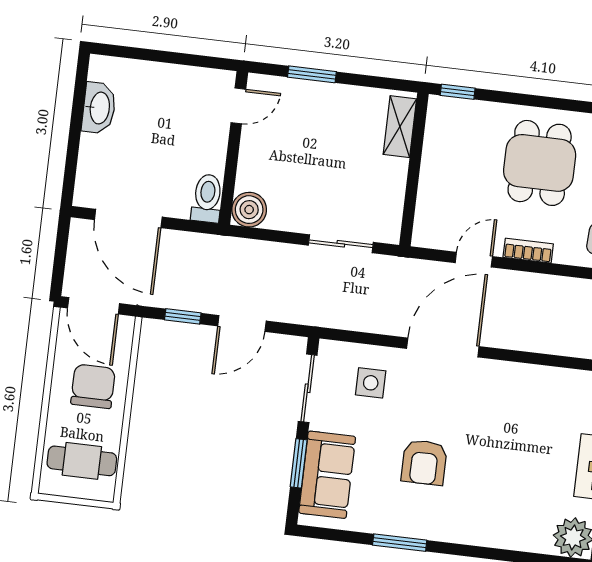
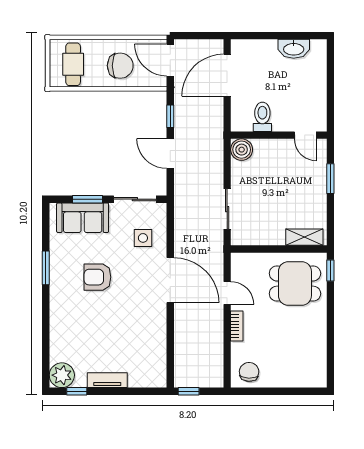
dining table: (540, 163) -> (295, 284), moved
toilet: (207, 198) -> (262, 117), moved, turned -90
door: (94, 306) -> (170, 60), hinge flipped

